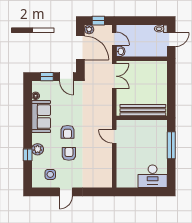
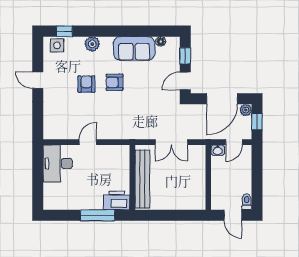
double door: (114, 76) -> (171, 142), moved
printer: (160, 130) -> (117, 200), added
door: (114, 136) -> (88, 142), moved
armchair: (69, 154) -> (86, 84), turned -90
window: (28, 155) -> (64, 31), moved
side table: (50, 174) -> (57, 45), moved
desk: (153, 176) -> (58, 163), moved

